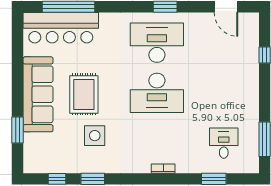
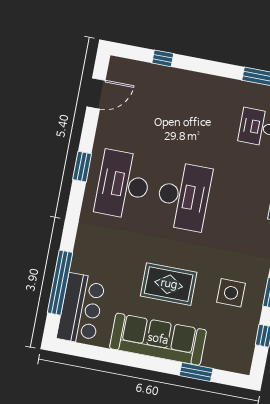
bar counter: (61, 28) -> (81, 309), width x0.73
side table: (95, 136) -> (231, 293), moved

